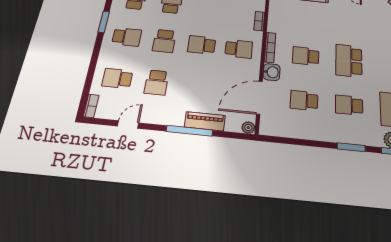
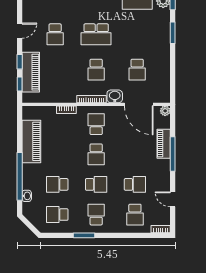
school desk: (349, 105) -> (55, 34), moved

